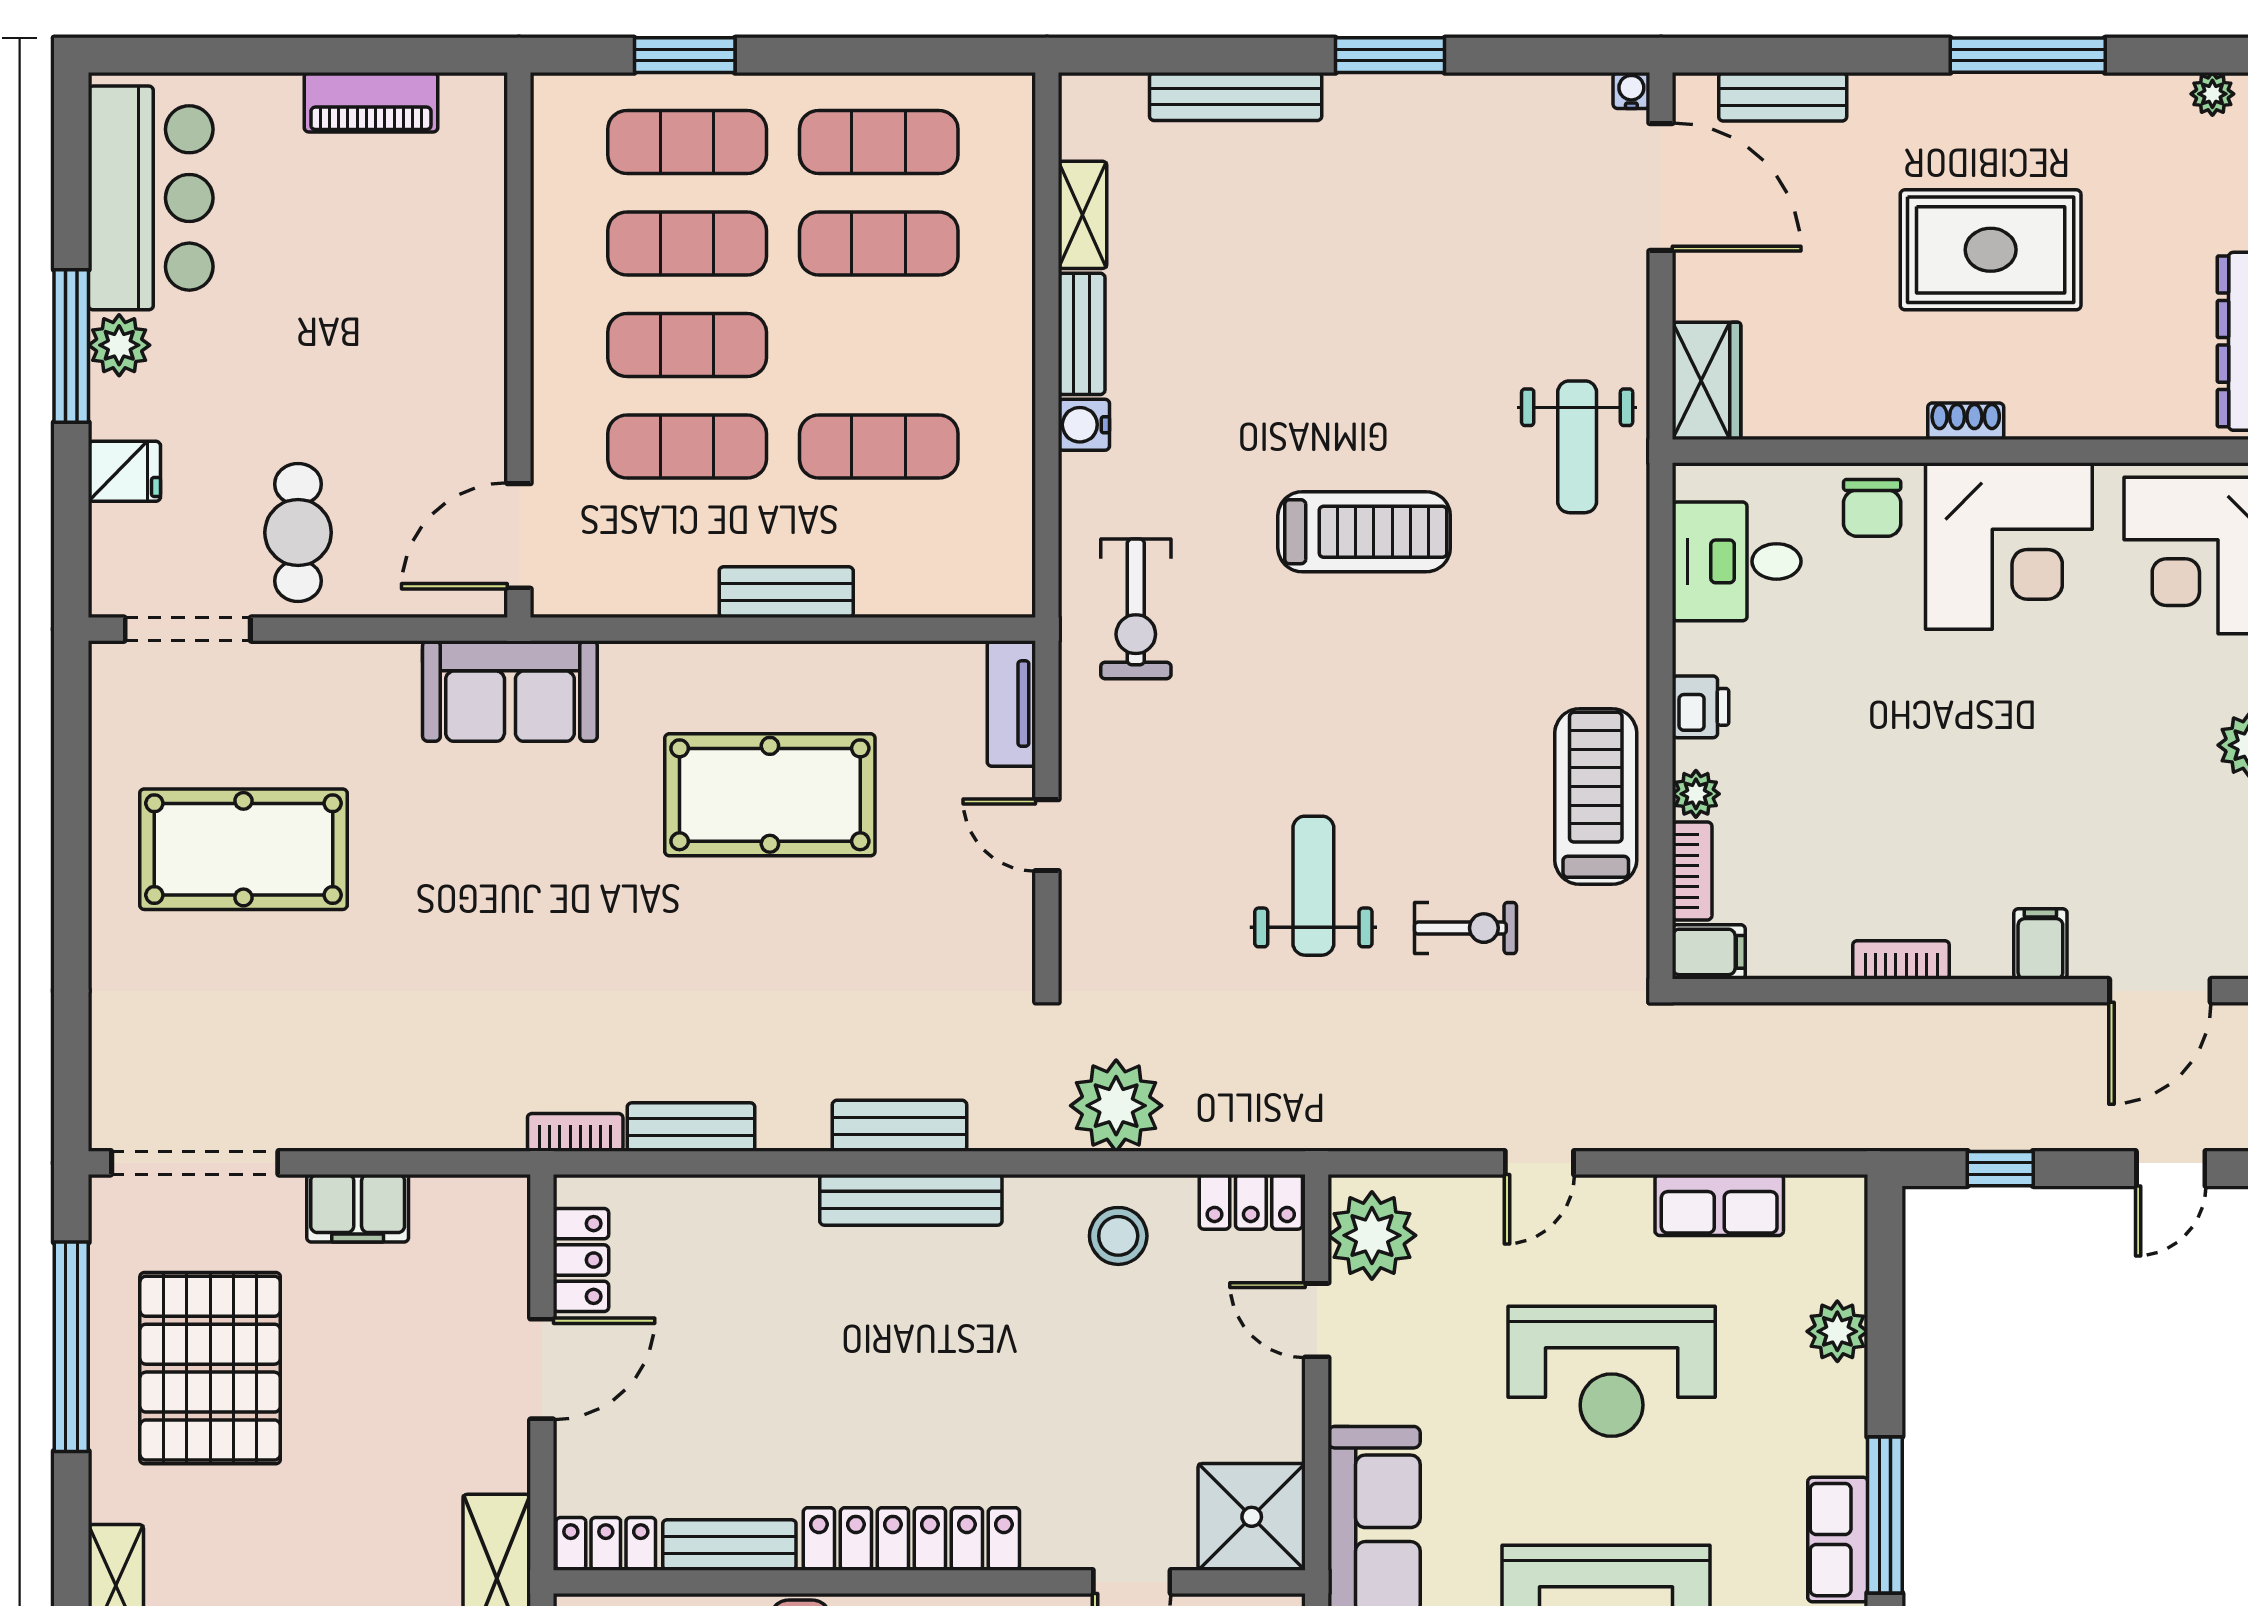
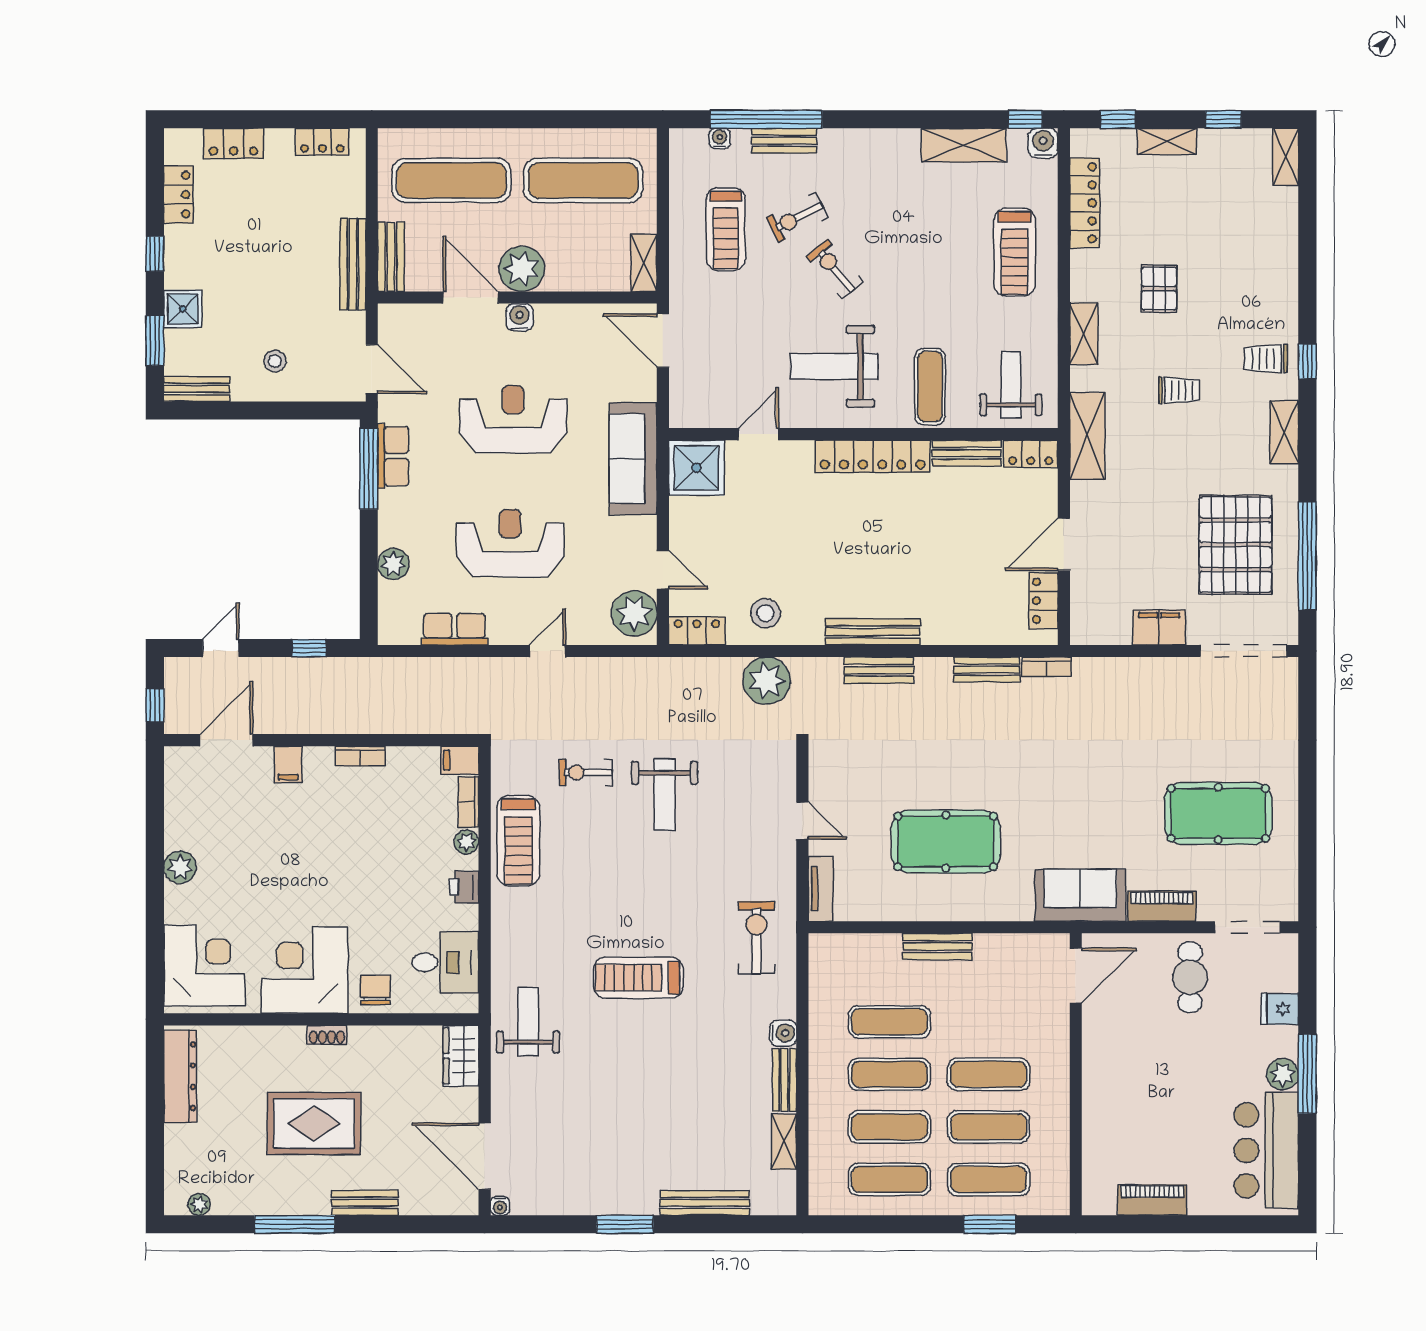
bench: (1783, 97) -> (365, 1203), moved
exercise mat: (687, 447) -> (889, 1074), moved
piano: (352, 670) -> (1162, 906), added

